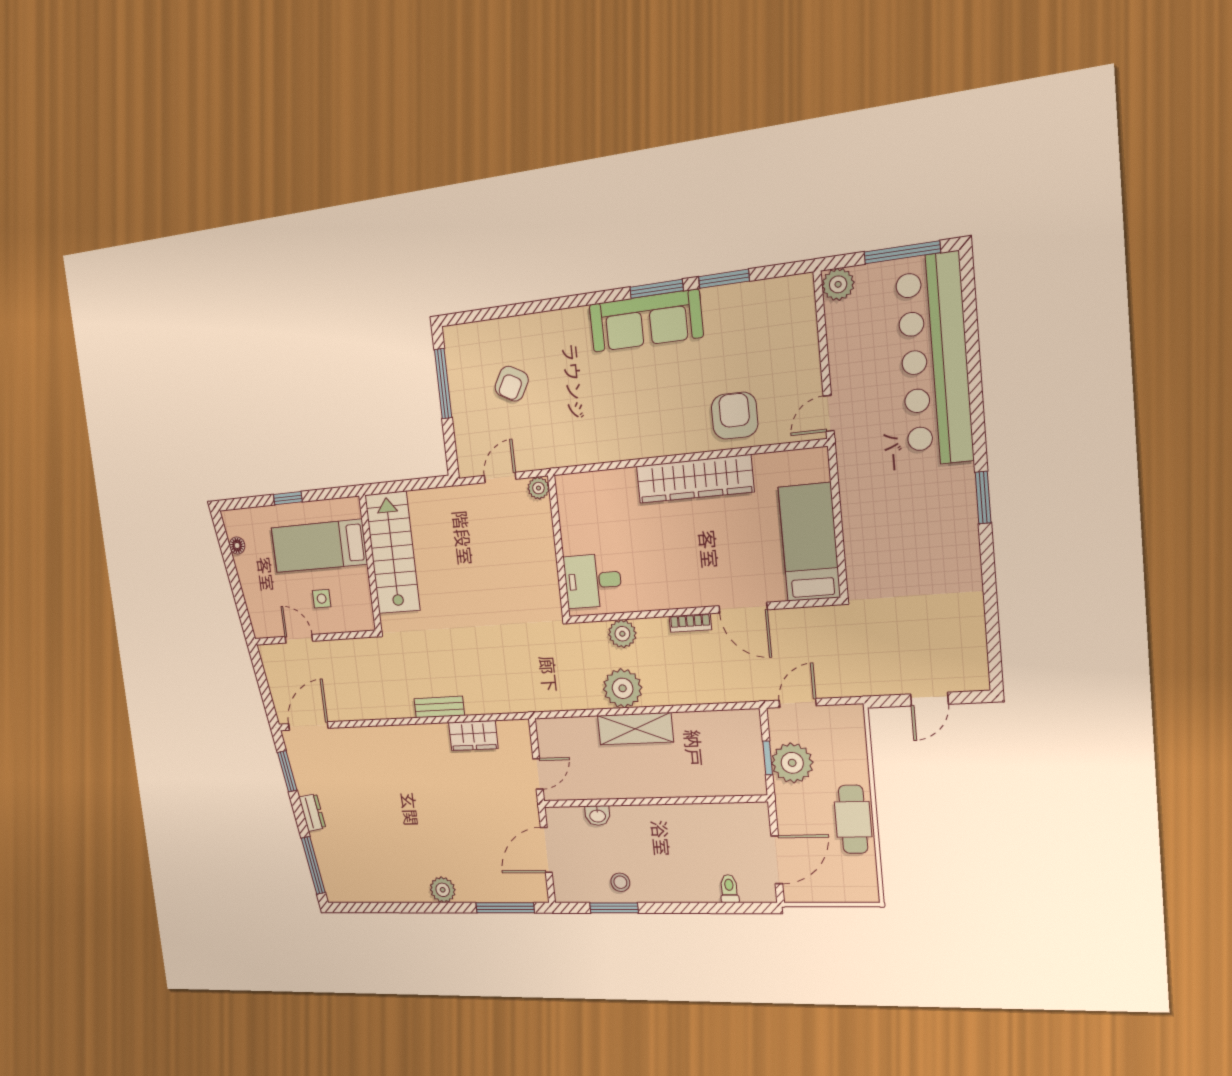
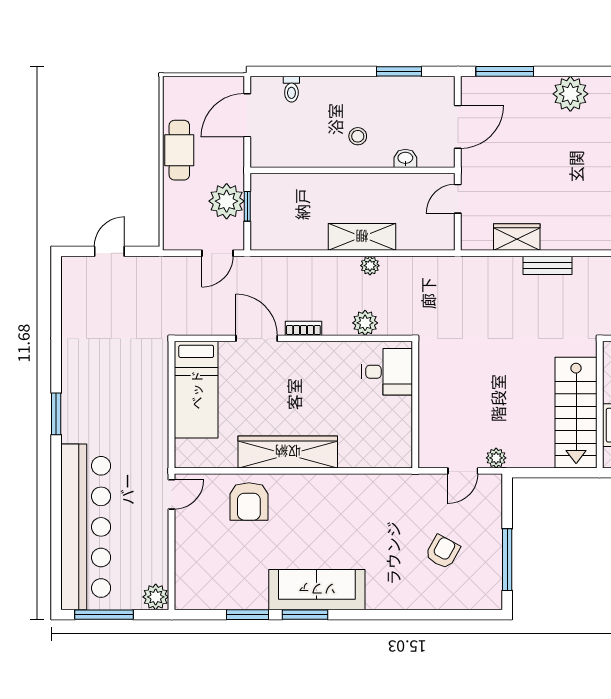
plant: (538, 488) -> (496, 458), moved
plant: (623, 688) -> (370, 266), width x0.53, depth x0.53
stool: (620, 882) -> (358, 136), moved
plant: (443, 890) -> (570, 94), width x1.36, depth x1.36

